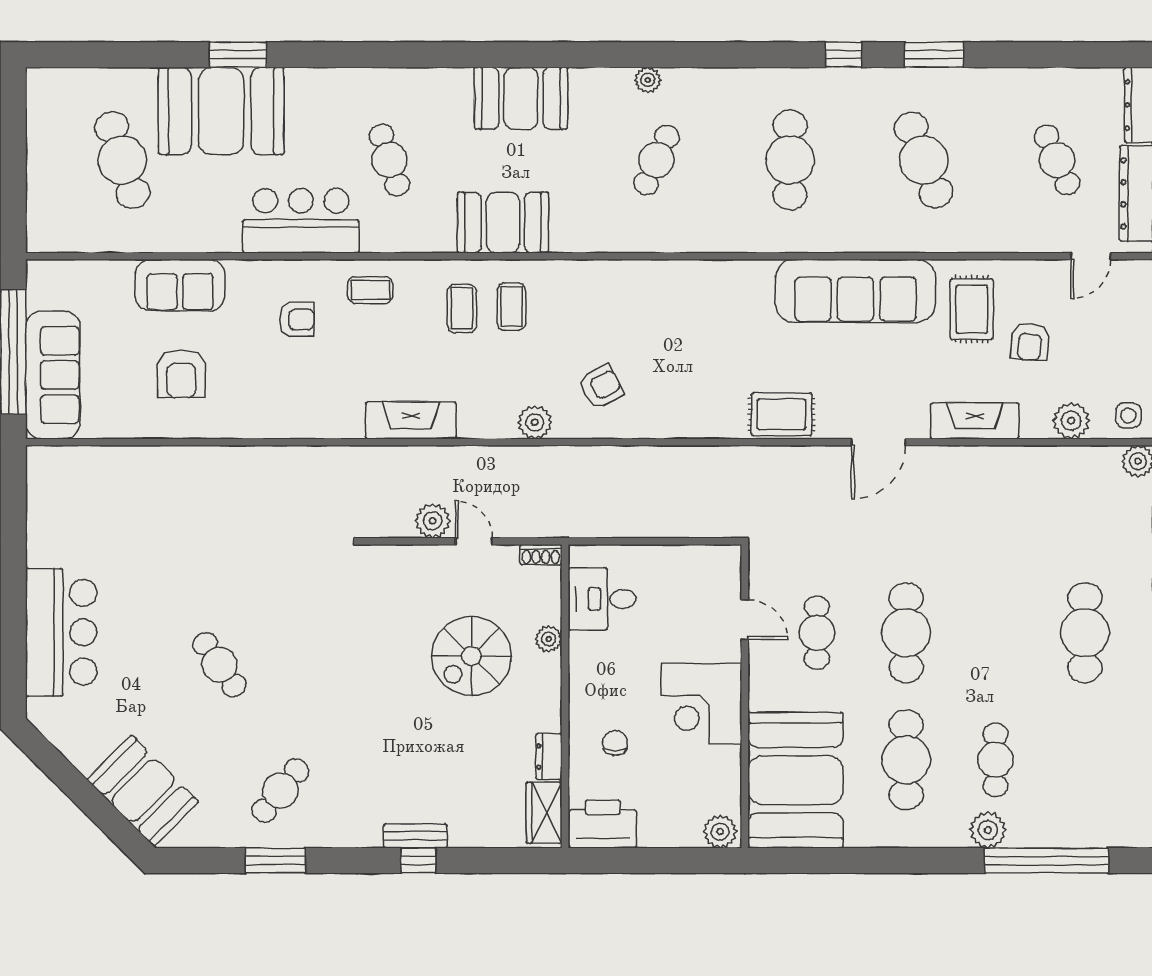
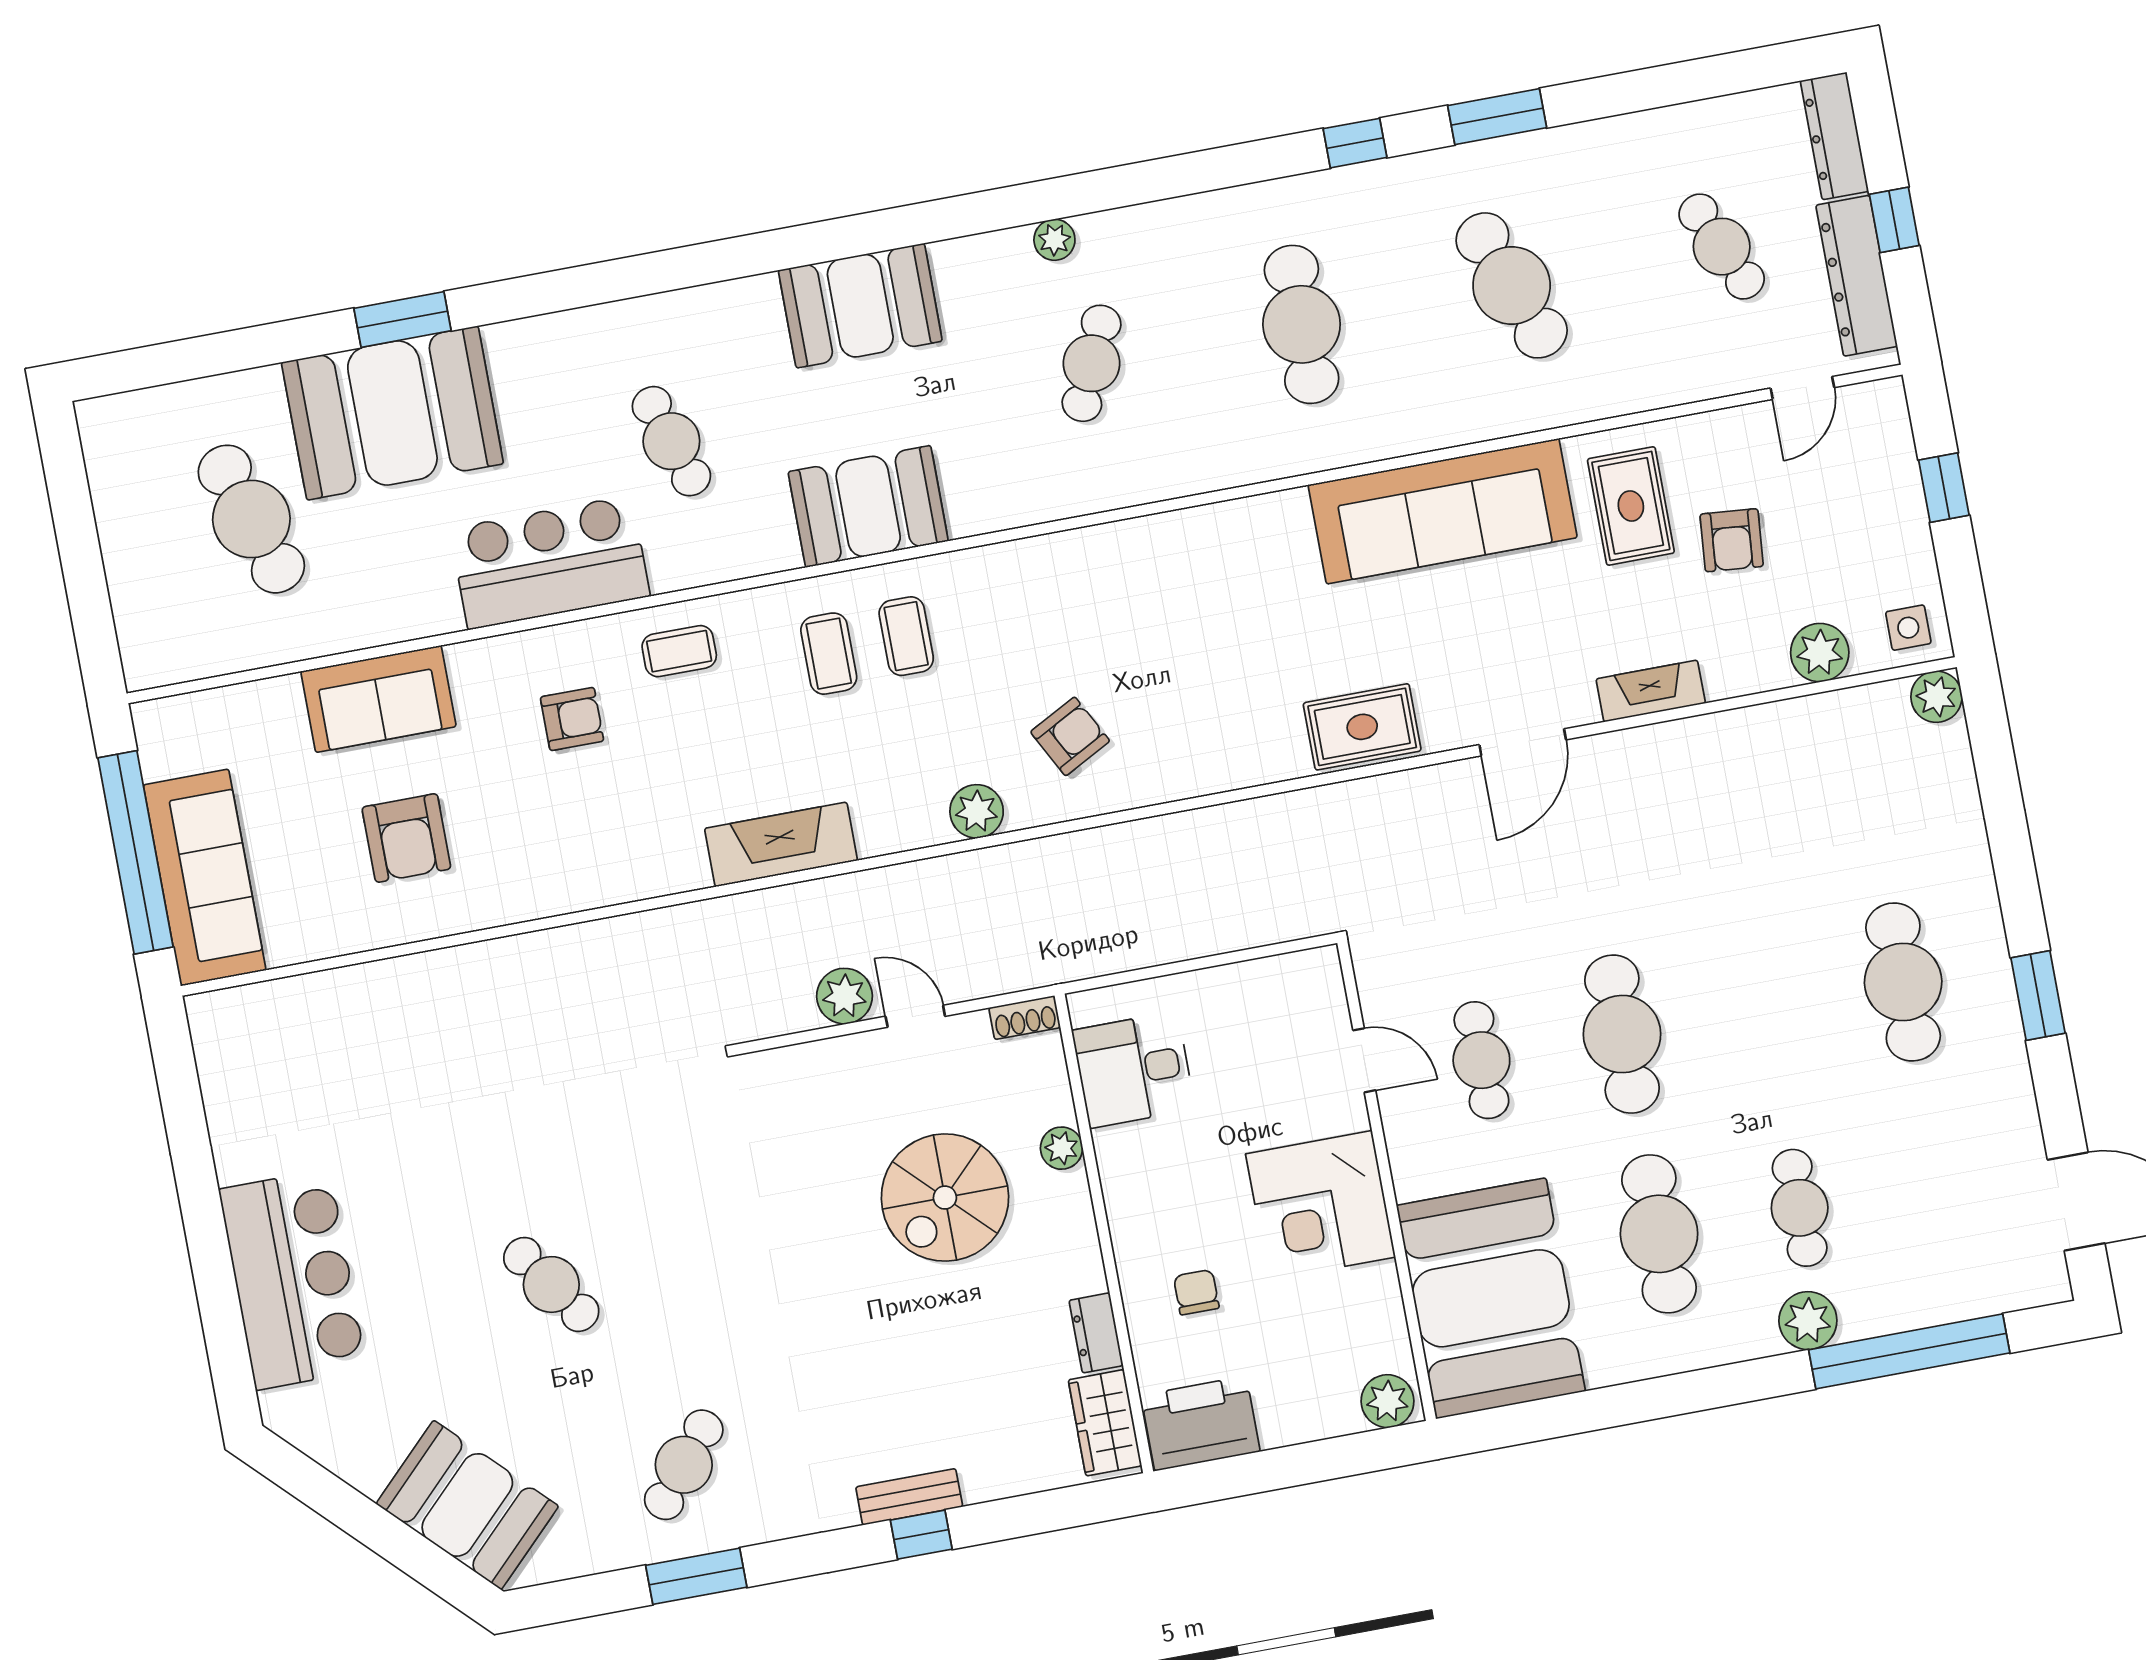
fireplace: (975, 421) -> (1651, 691), width x0.73, depth x0.76

